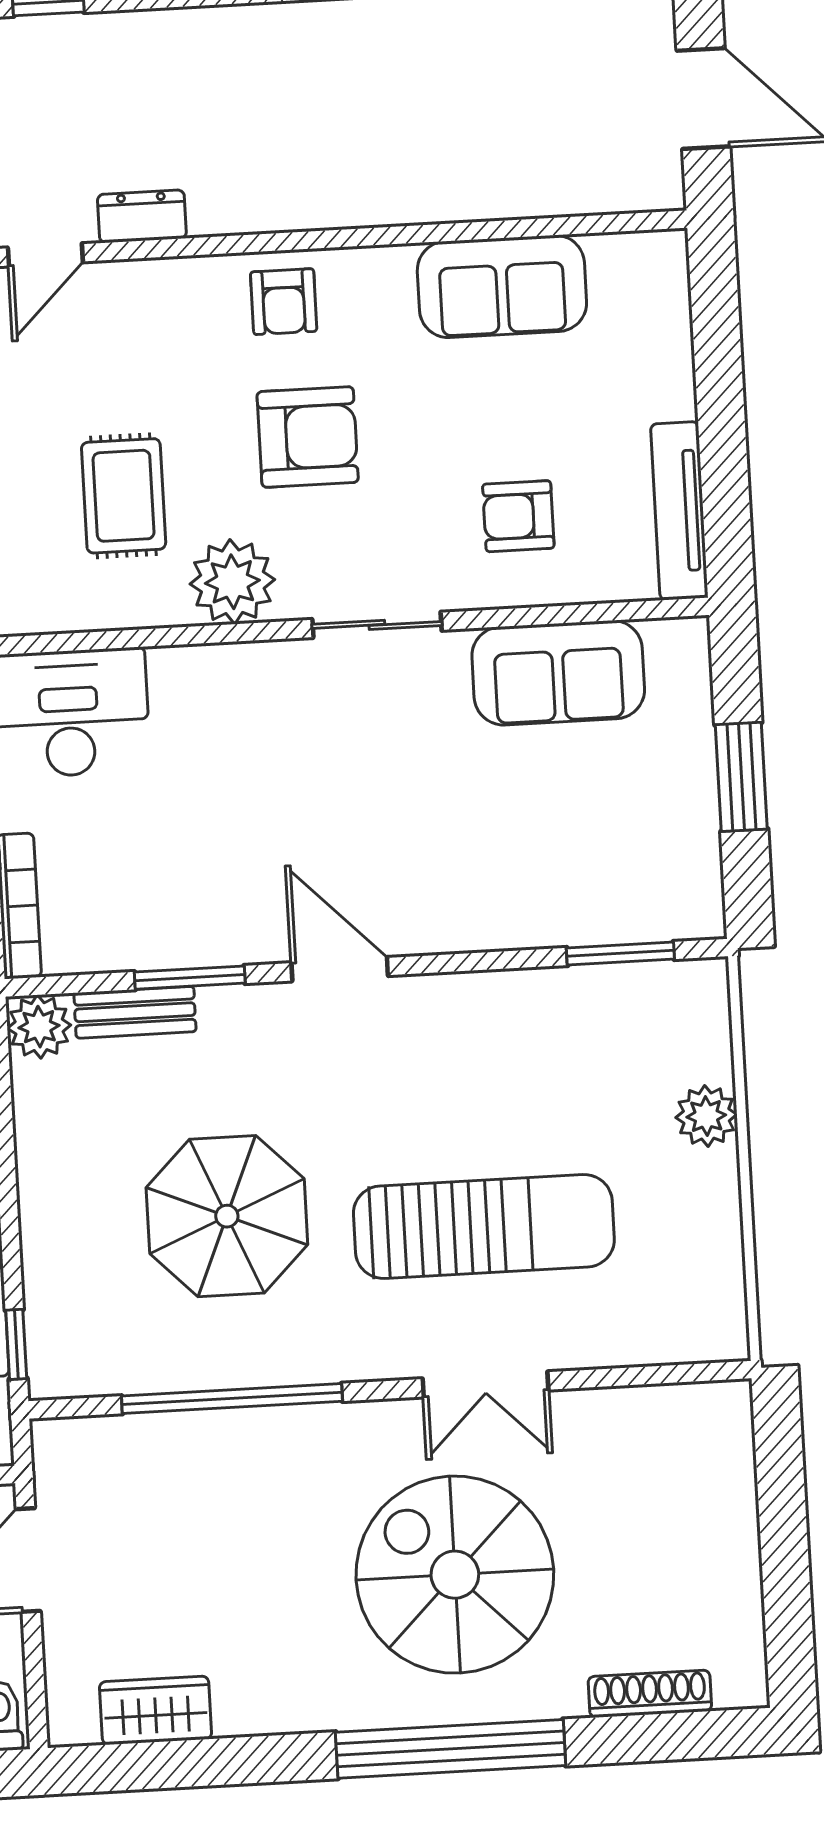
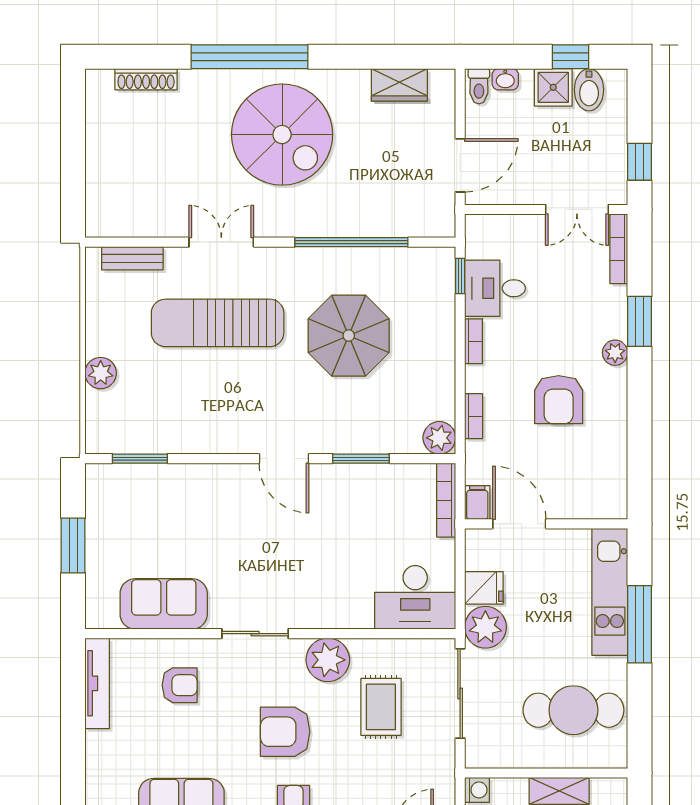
bench: (135, 1012) -> (132, 258), moved
spiral stairs: (455, 1575) -> (282, 135), moved

